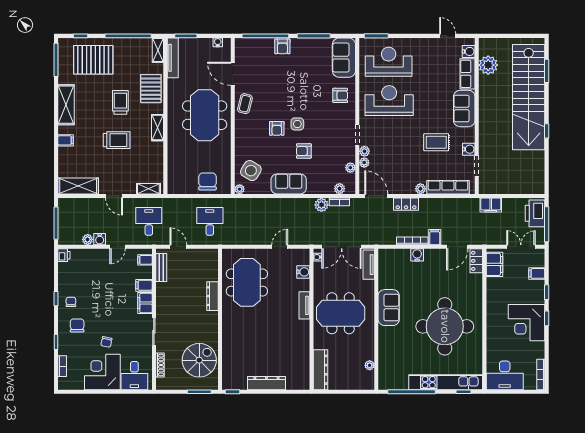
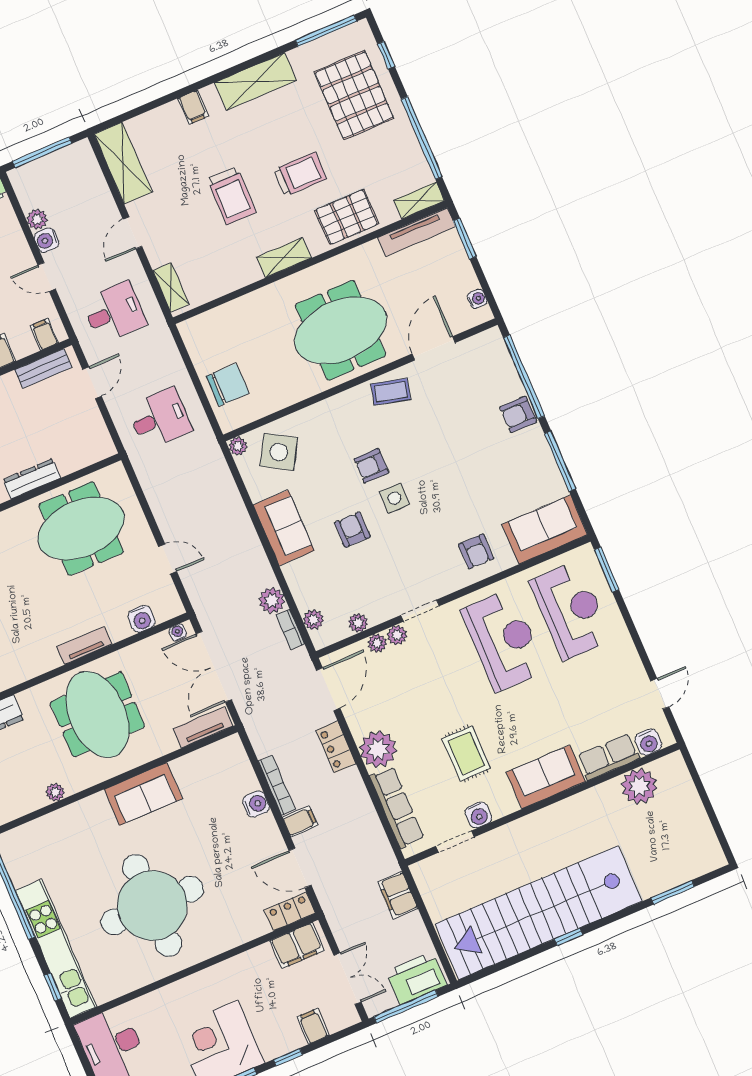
stairs: (529, 97) -> (539, 913), moved
plant: (420, 189) -> (378, 749), width x1.88, depth x1.88
plant: (370, 365) -> (55, 792), moved

